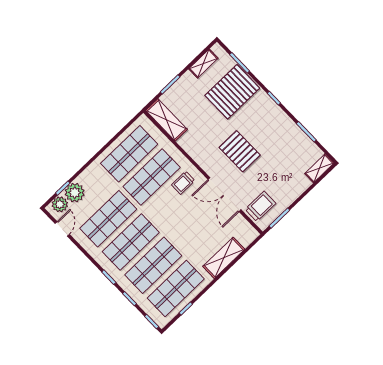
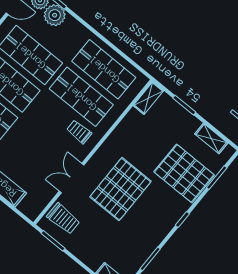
shelving: (167, 120) -> (148, 98), width x0.67, depth x0.75
pallet: (240, 151) -> (121, 189), width x1.37, depth x1.41
double door: (225, 195) -> (72, 178), width x0.73

